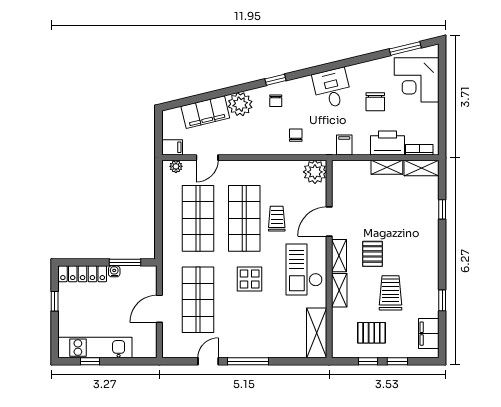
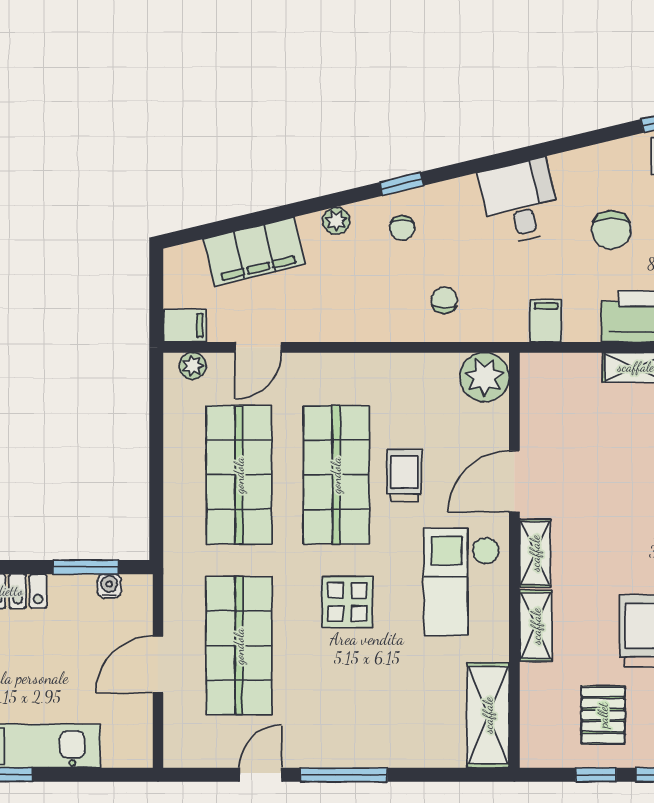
plant: (240, 104) -> (336, 221), width x0.53, depth x0.53
pallet: (373, 254) -> (605, 549), removed
water cooler: (114, 271) -> (109, 586), moved
pallet: (371, 333) -> (603, 715), turned 90

